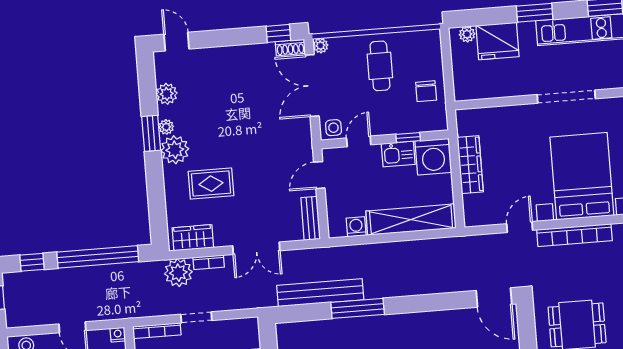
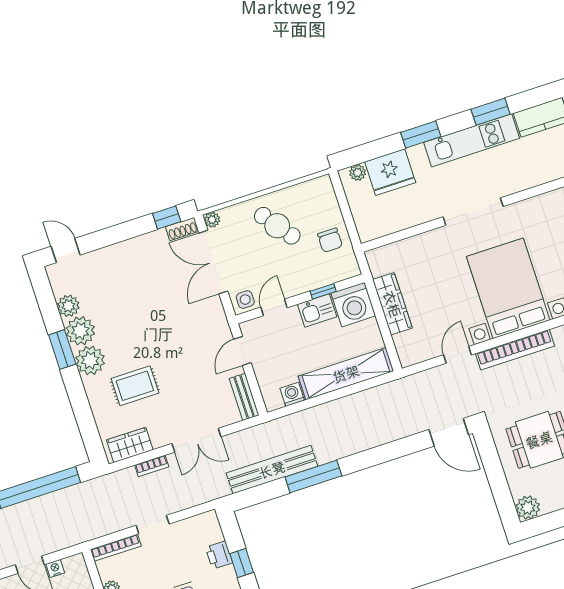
cafe table: (380, 66) -> (277, 226), turned -37
plant: (166, 127) -> (80, 331), width x1.87, depth x1.87
plant: (178, 273) -> (124, 484), removed
nightstand: (118, 335) -> (55, 568), moved

